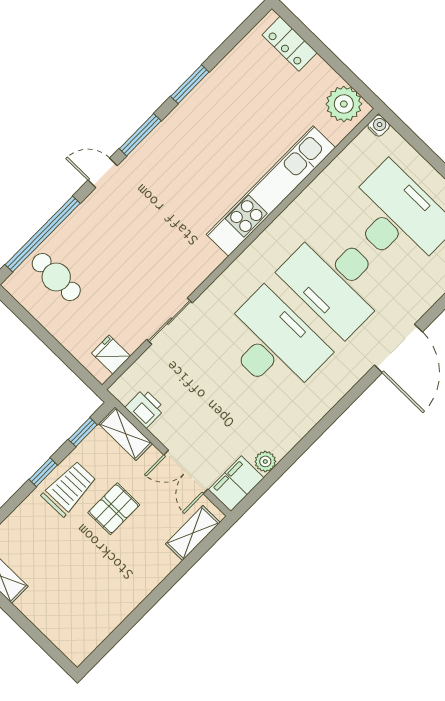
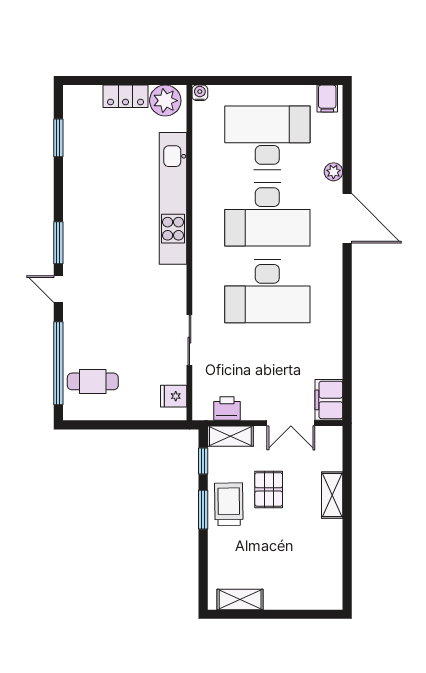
locker: (290, 44) -> (126, 96), moved
window: (190, 84) -> (58, 138), moved
door: (103, 173) -> (58, 289), hinge flipped
desk: (274, 344) -> (267, 291), turned 180
plant: (265, 461) -> (333, 172), moved
window: (43, 472) -> (203, 510), width x1.50
shelving: (193, 533) -> (332, 495), moved

